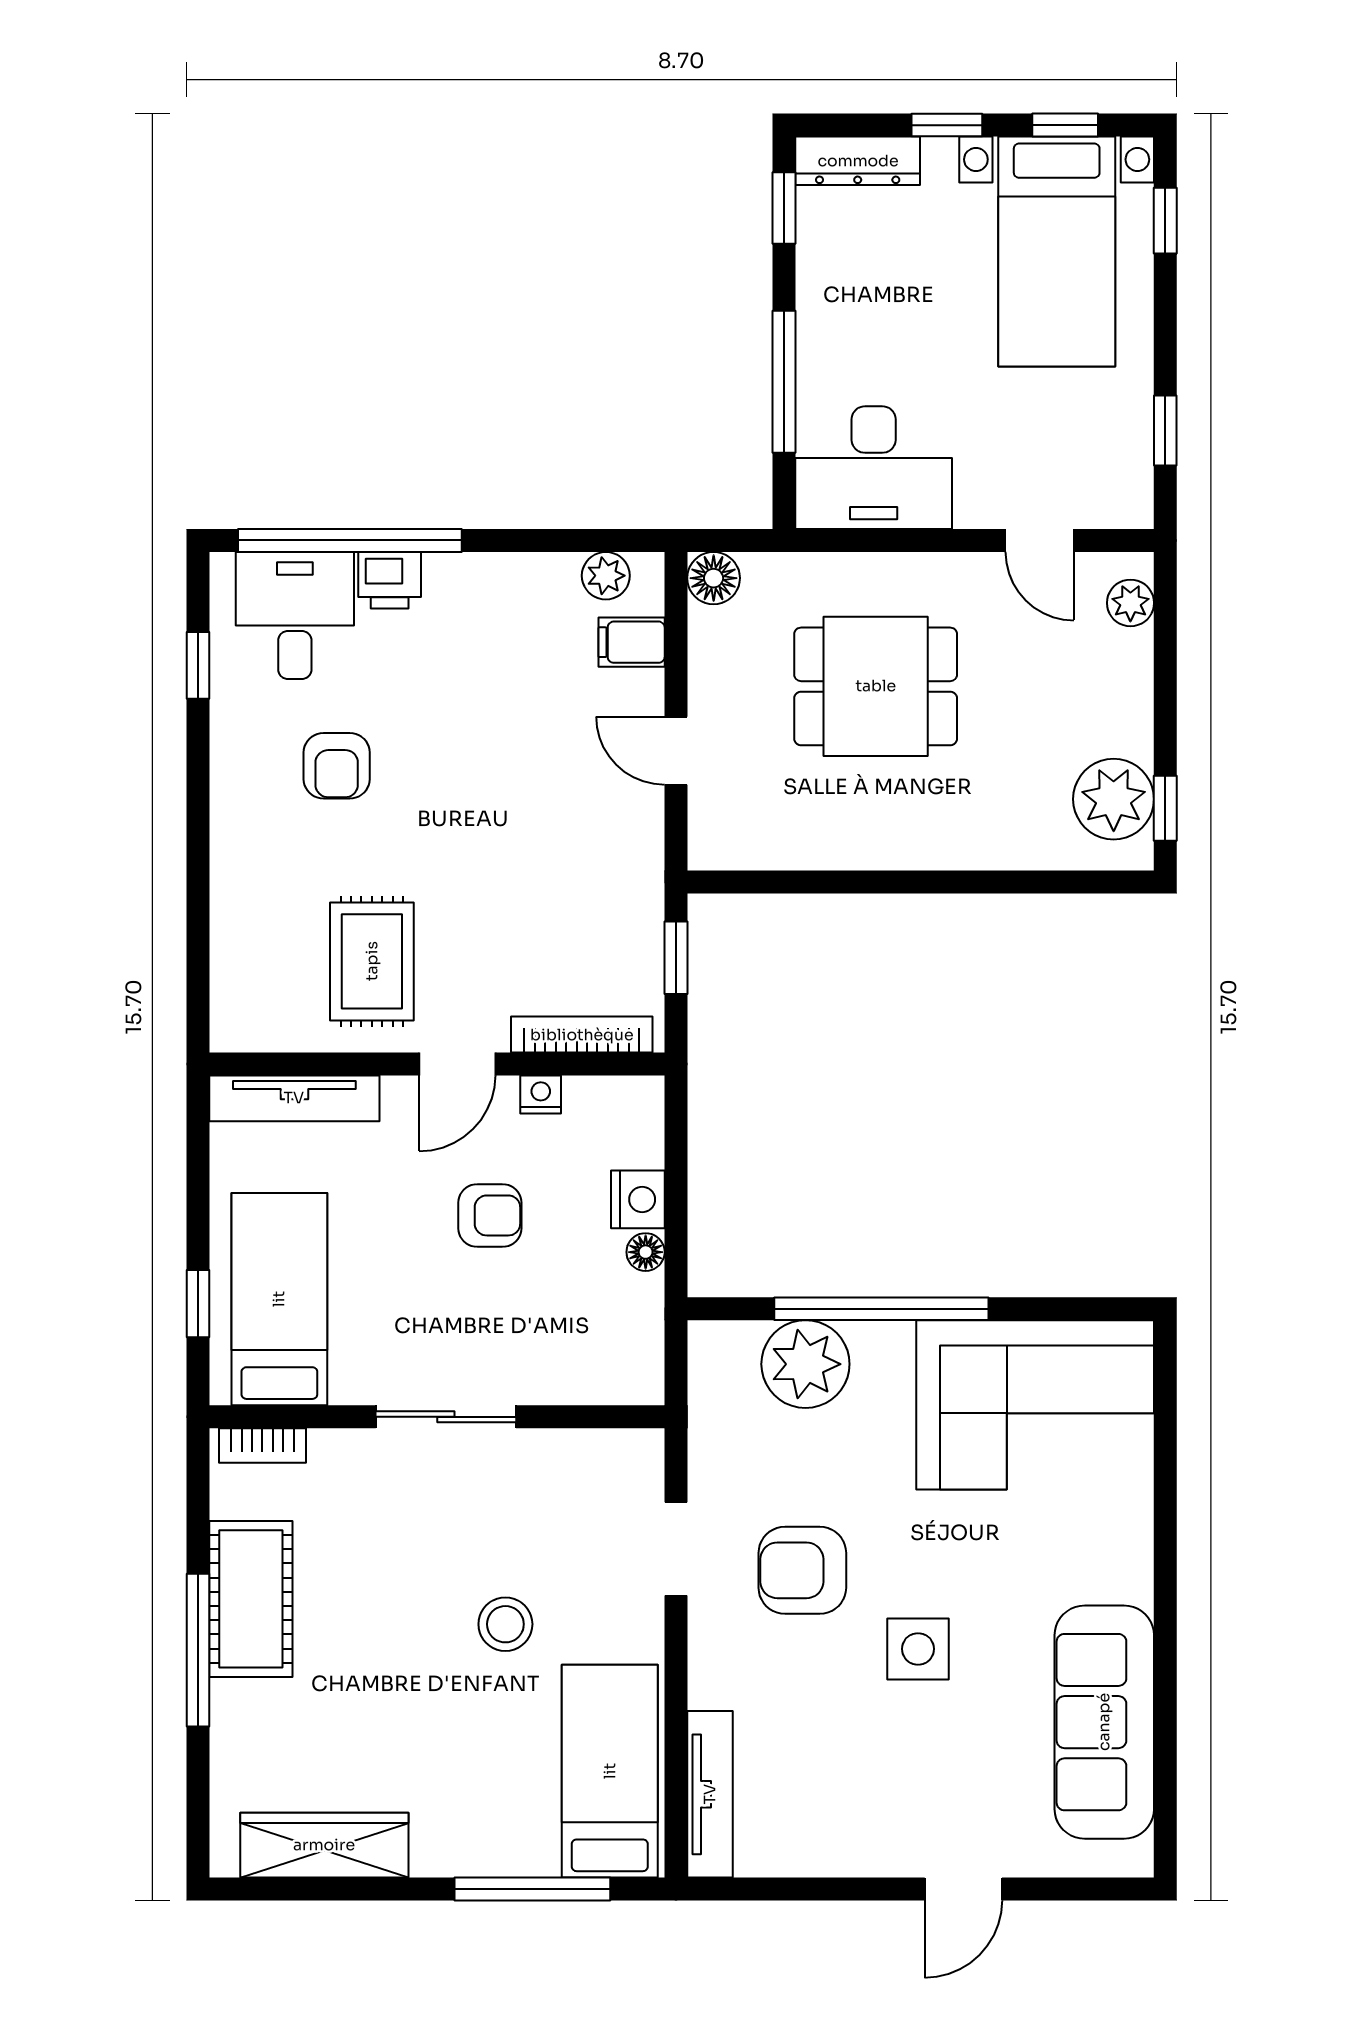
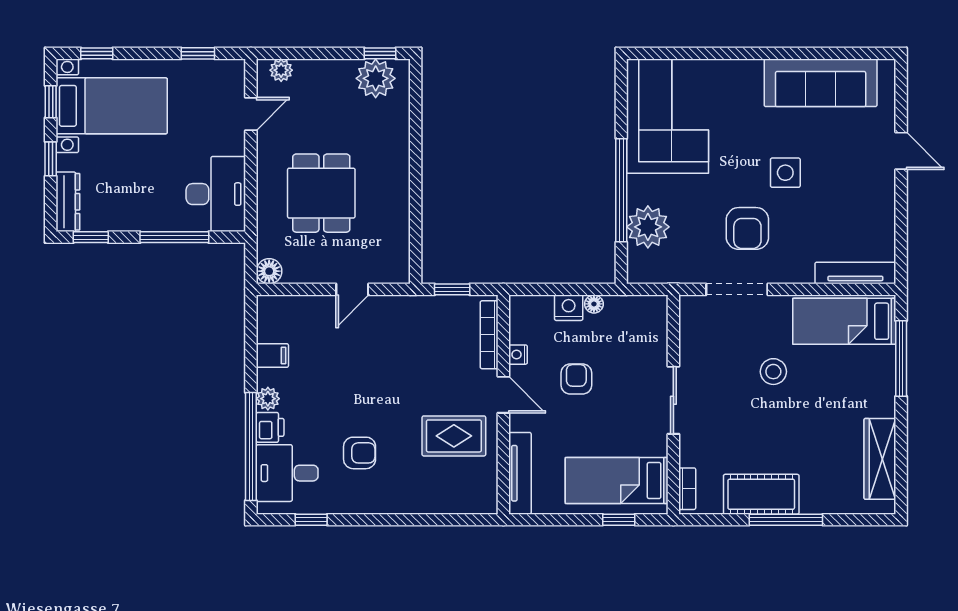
plant: (606, 576) -> (268, 399), moved
filing cabinet: (632, 642) -> (272, 356), moved, turned -90
doorway: (676, 1549) -> (737, 289), width x1.38

